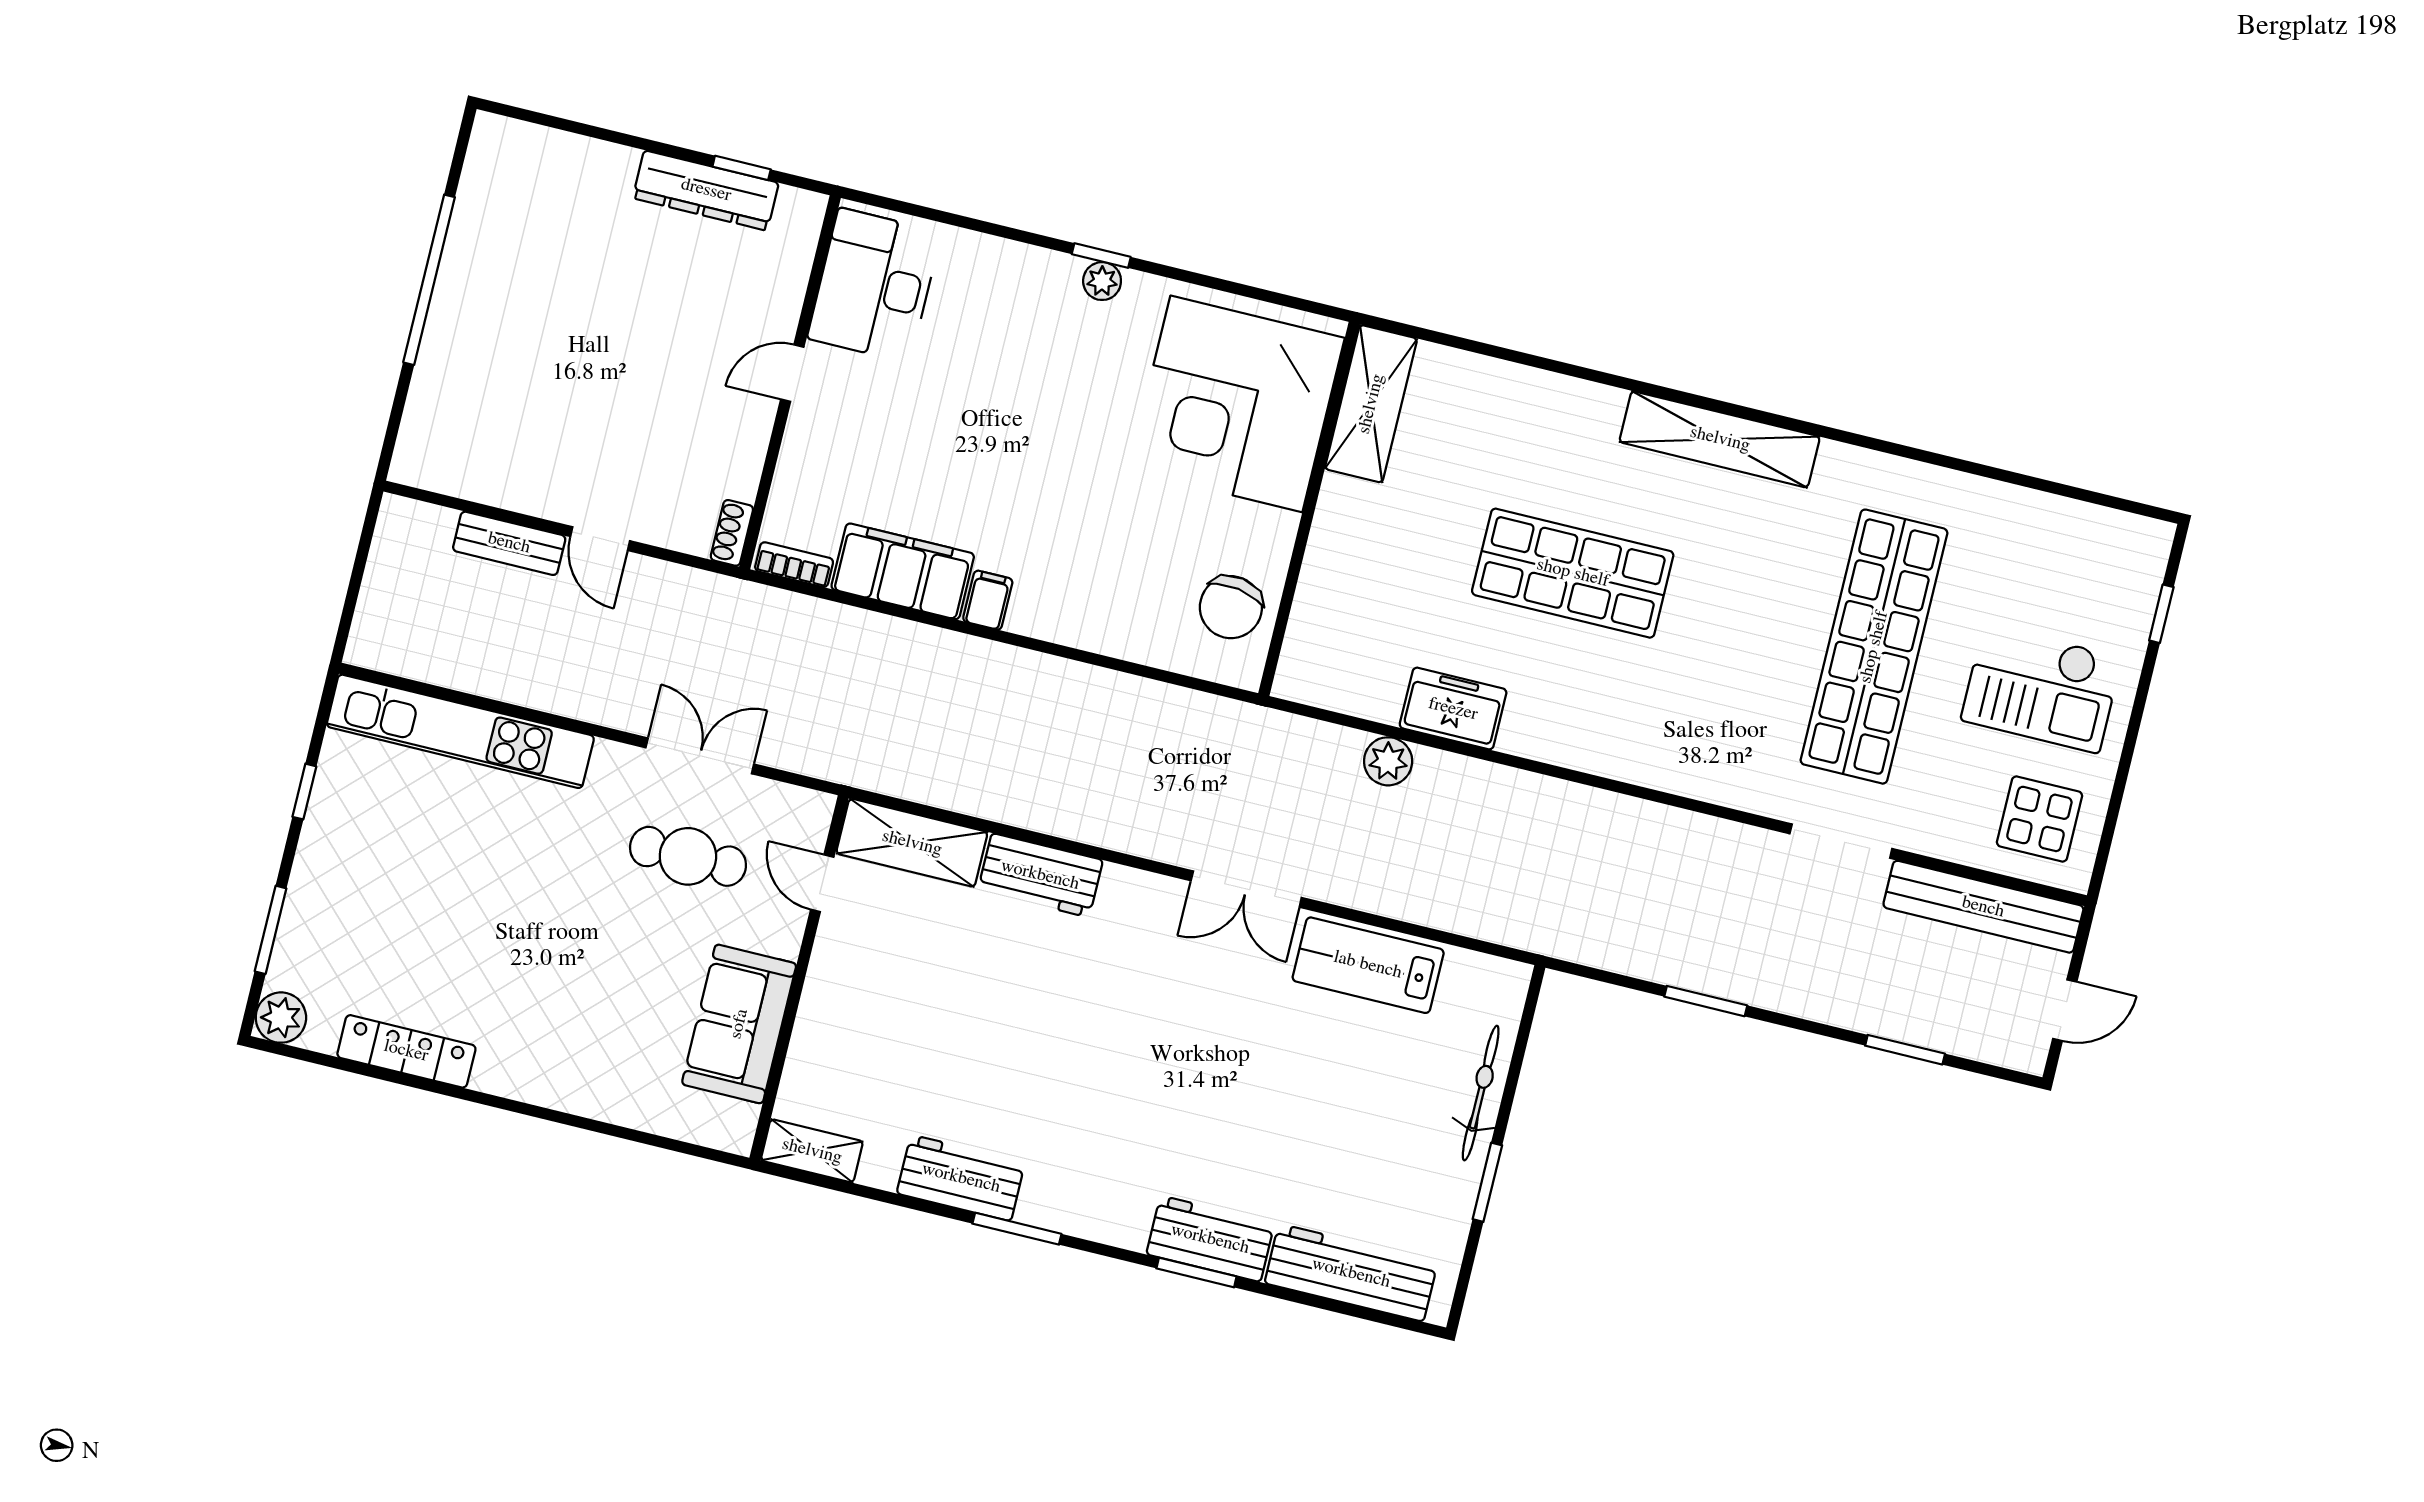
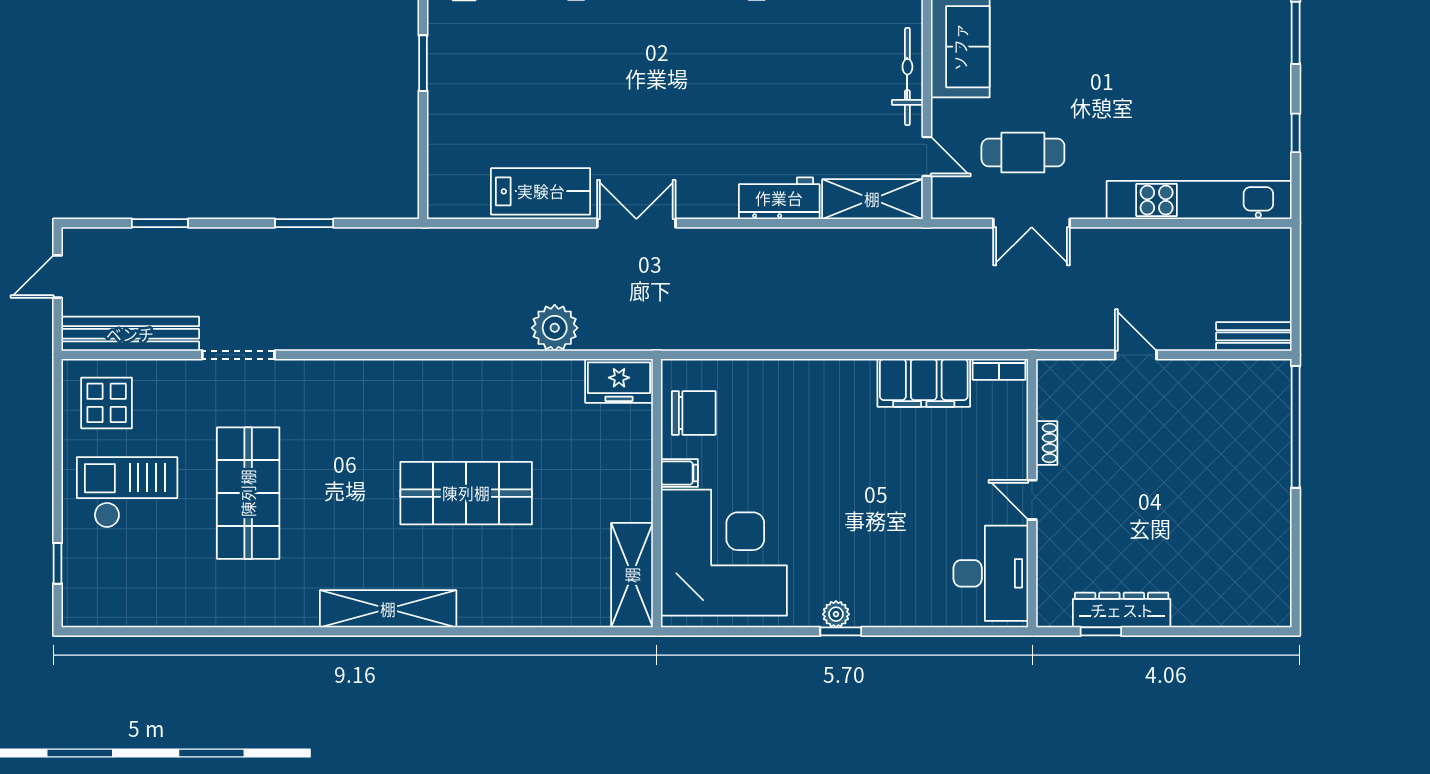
window: (429, 280) -> (1296, 427), moved
door: (792, 373) -> (1032, 500), swing flipped
shoe rack: (732, 533) -> (1047, 443), moved
bench: (509, 543) -> (1254, 336), moved
filing cabinet: (988, 600) -> (679, 473), moved, turned -90
chair: (1231, 607) -> (694, 413), turned 81
shop shelf: (1874, 647) -> (248, 493), width x0.71
freezer: (1453, 709) -> (619, 381), moved
plant: (1388, 761) -> (555, 328), width x1.36, depth x1.36
bicycle: (1481, 1093) -> (907, 77), moved, turned 180

